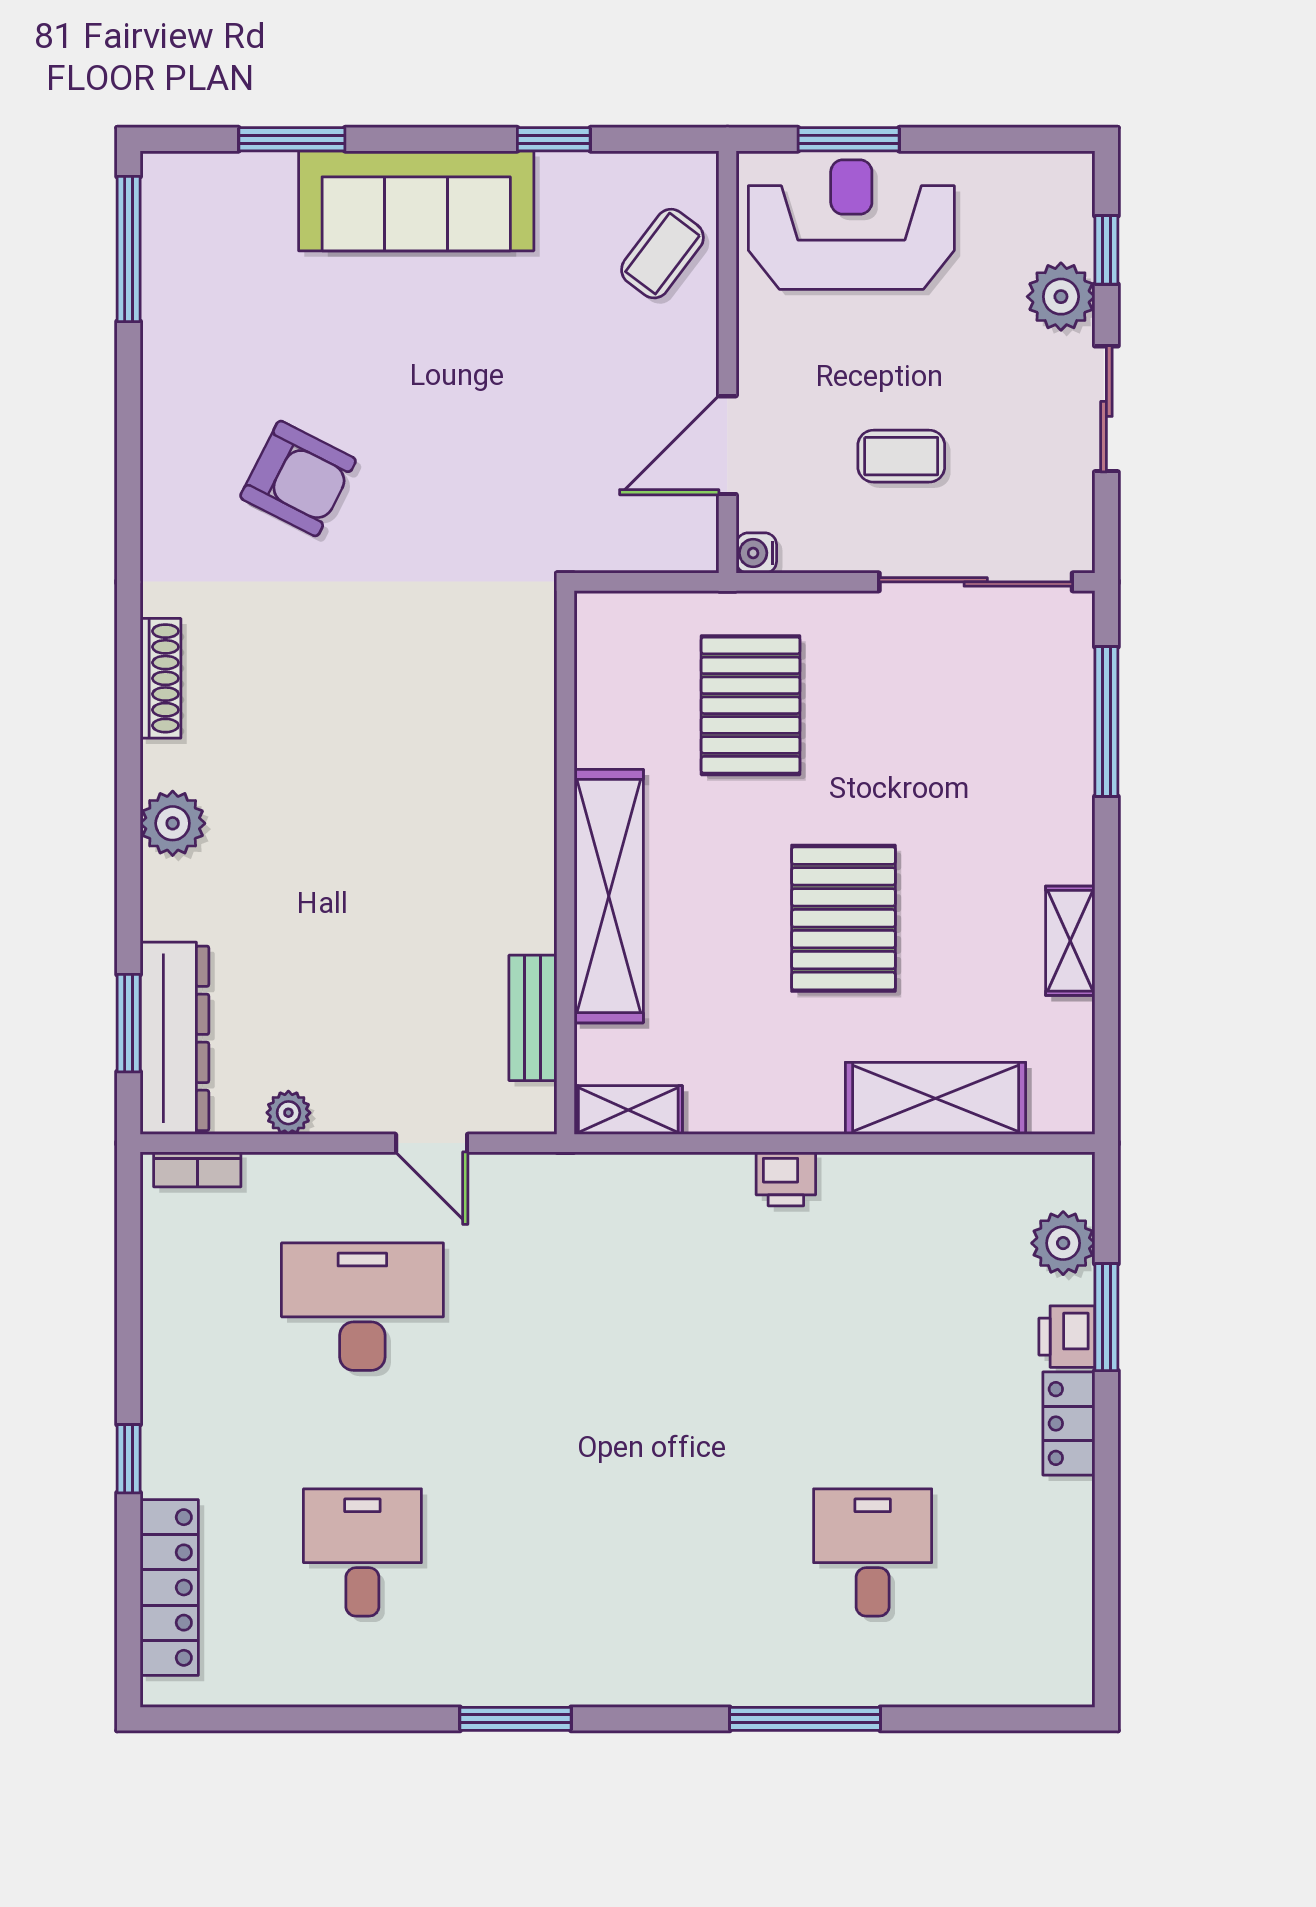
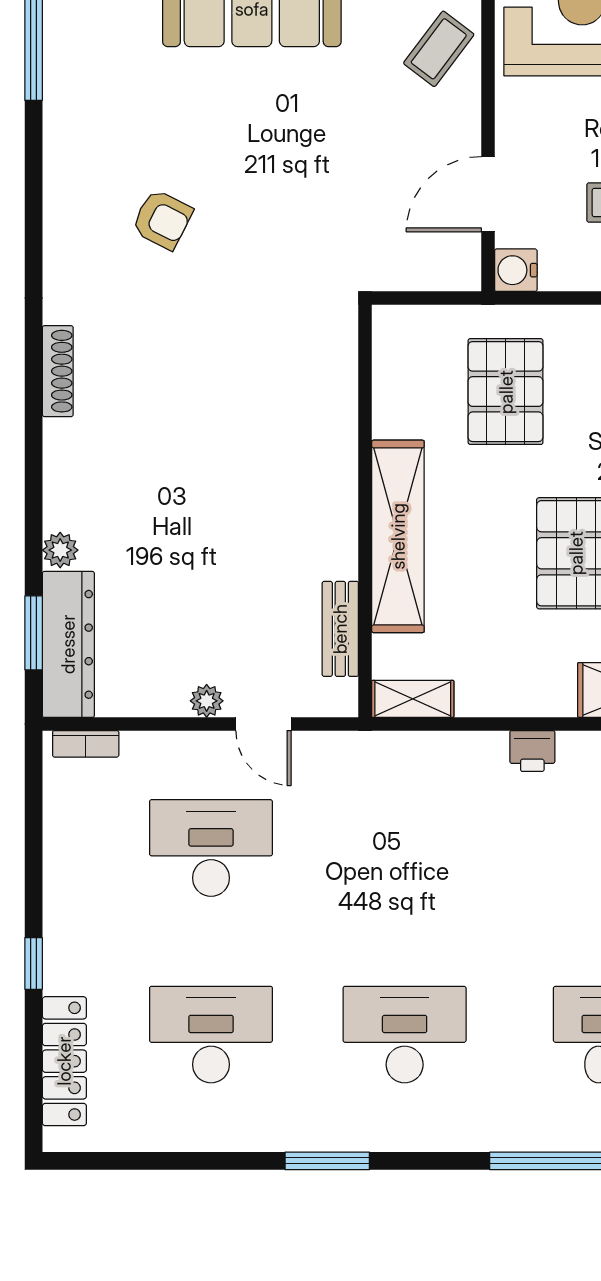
armchair: (298, 478) -> (162, 219), width x0.72, depth x0.72
water cooler: (756, 553) -> (516, 270), width x1.38, depth x1.38
plant: (173, 823) -> (60, 550), moved, width x0.73, depth x0.73
plant: (288, 1113) -> (207, 701), moved
desk: (362, 1552) -> (211, 1035), width x1.37
desk: (618, 1552) -> (405, 1035), added

